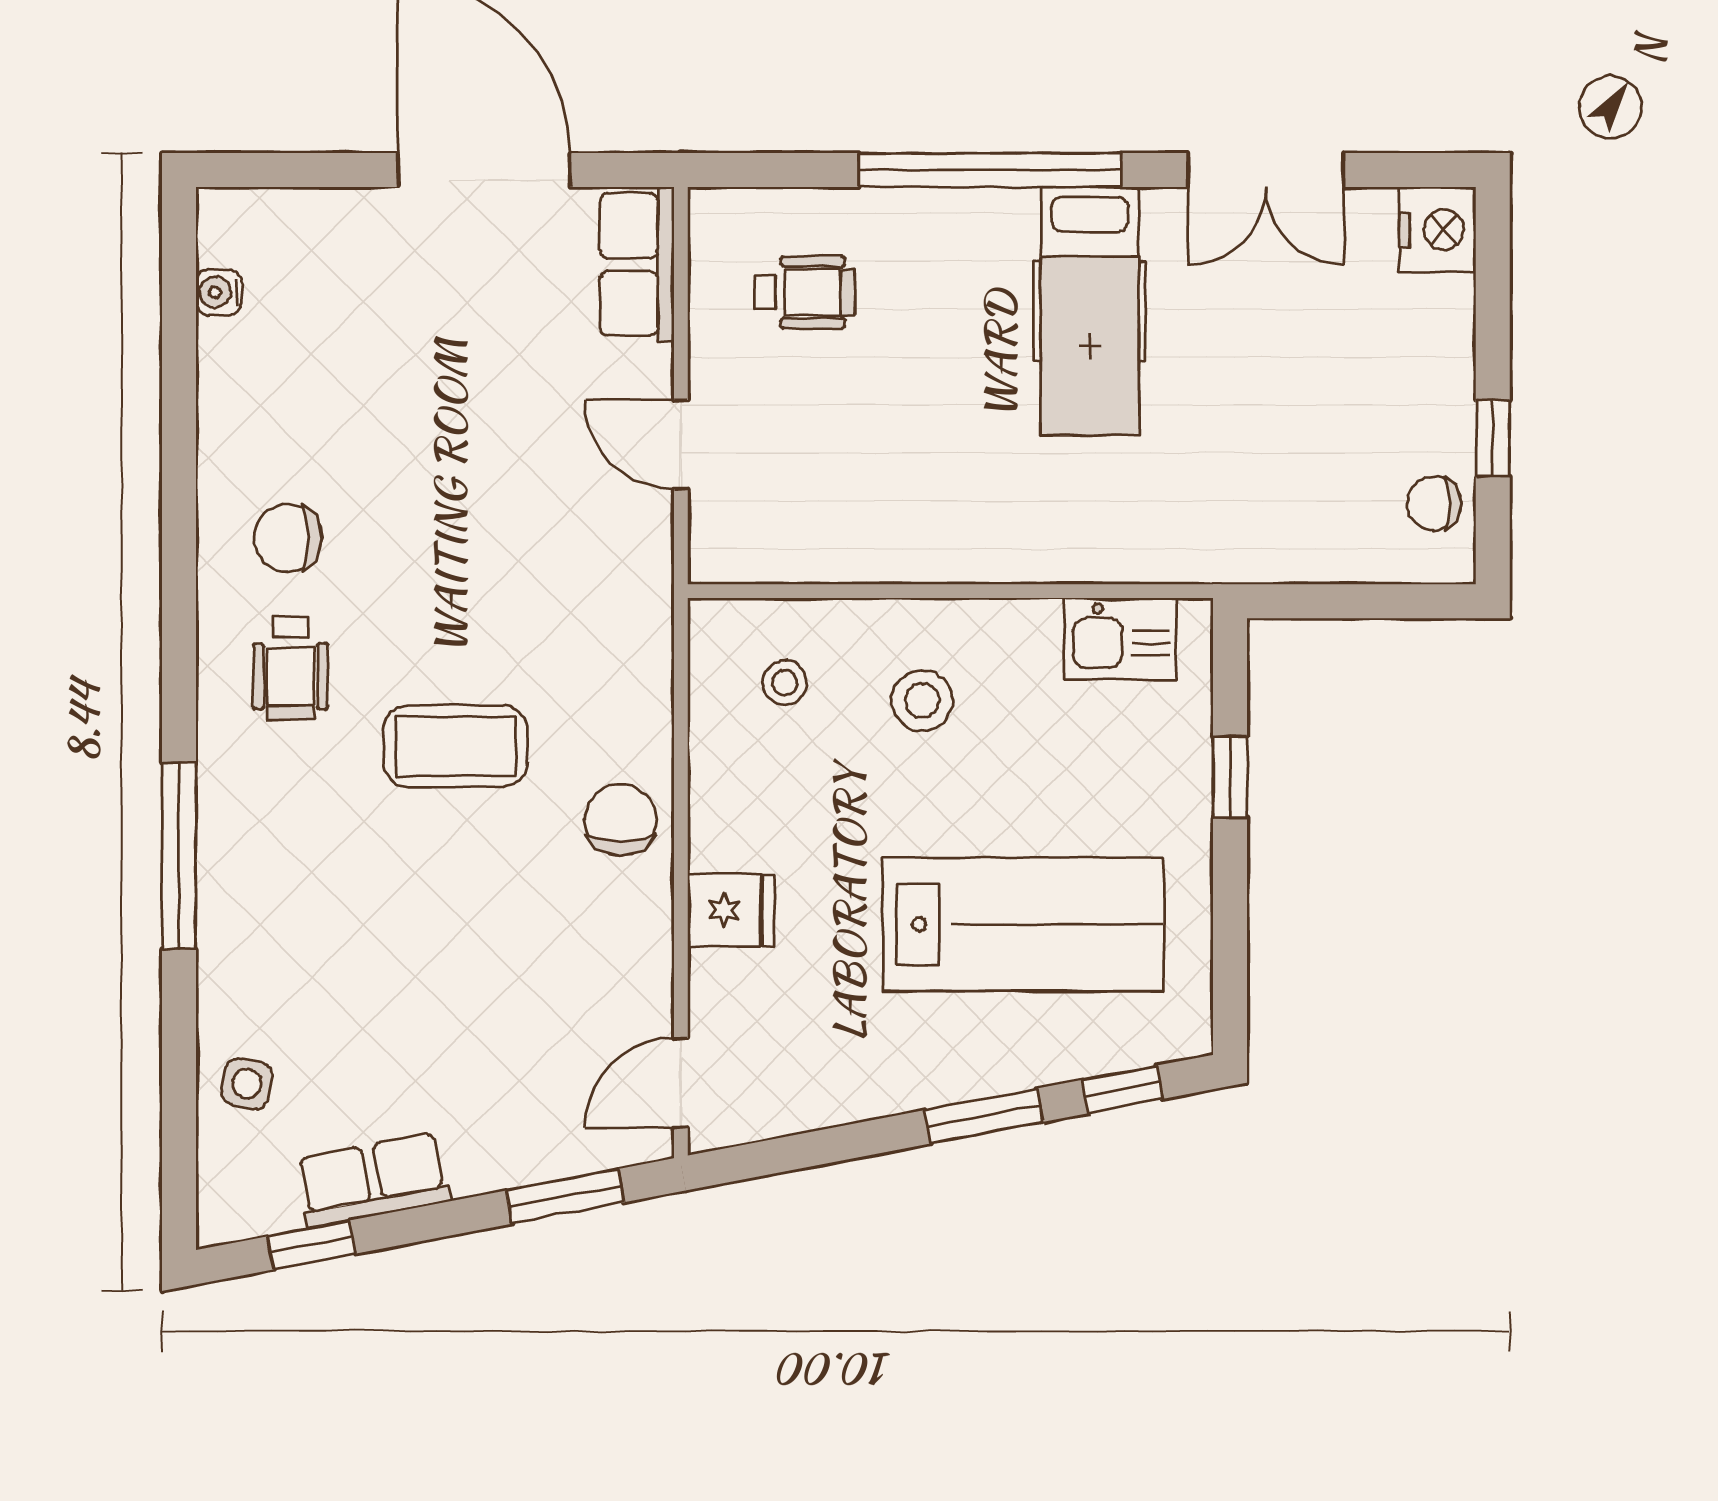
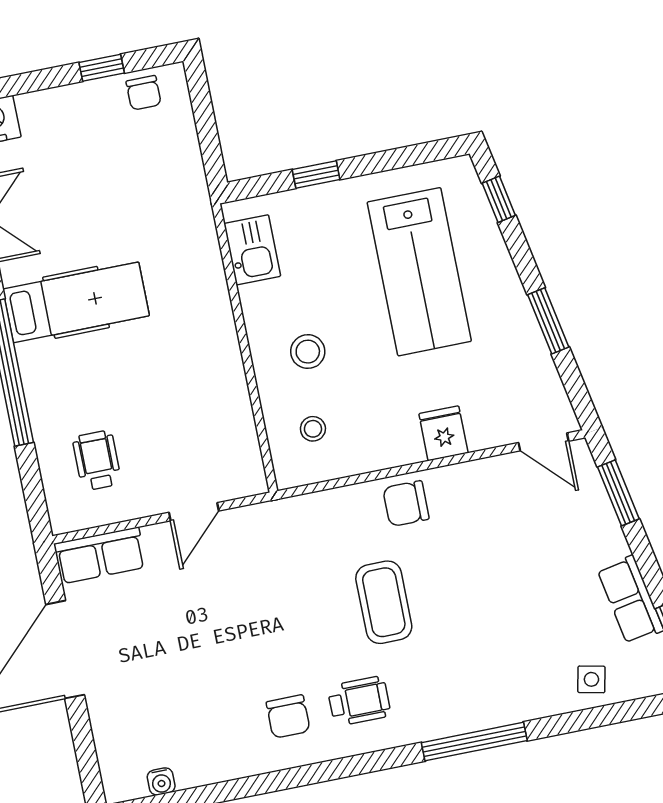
lab bench: (1023, 924) -> (419, 272), turned 180
window: (984, 1116) -> (548, 321), moved

